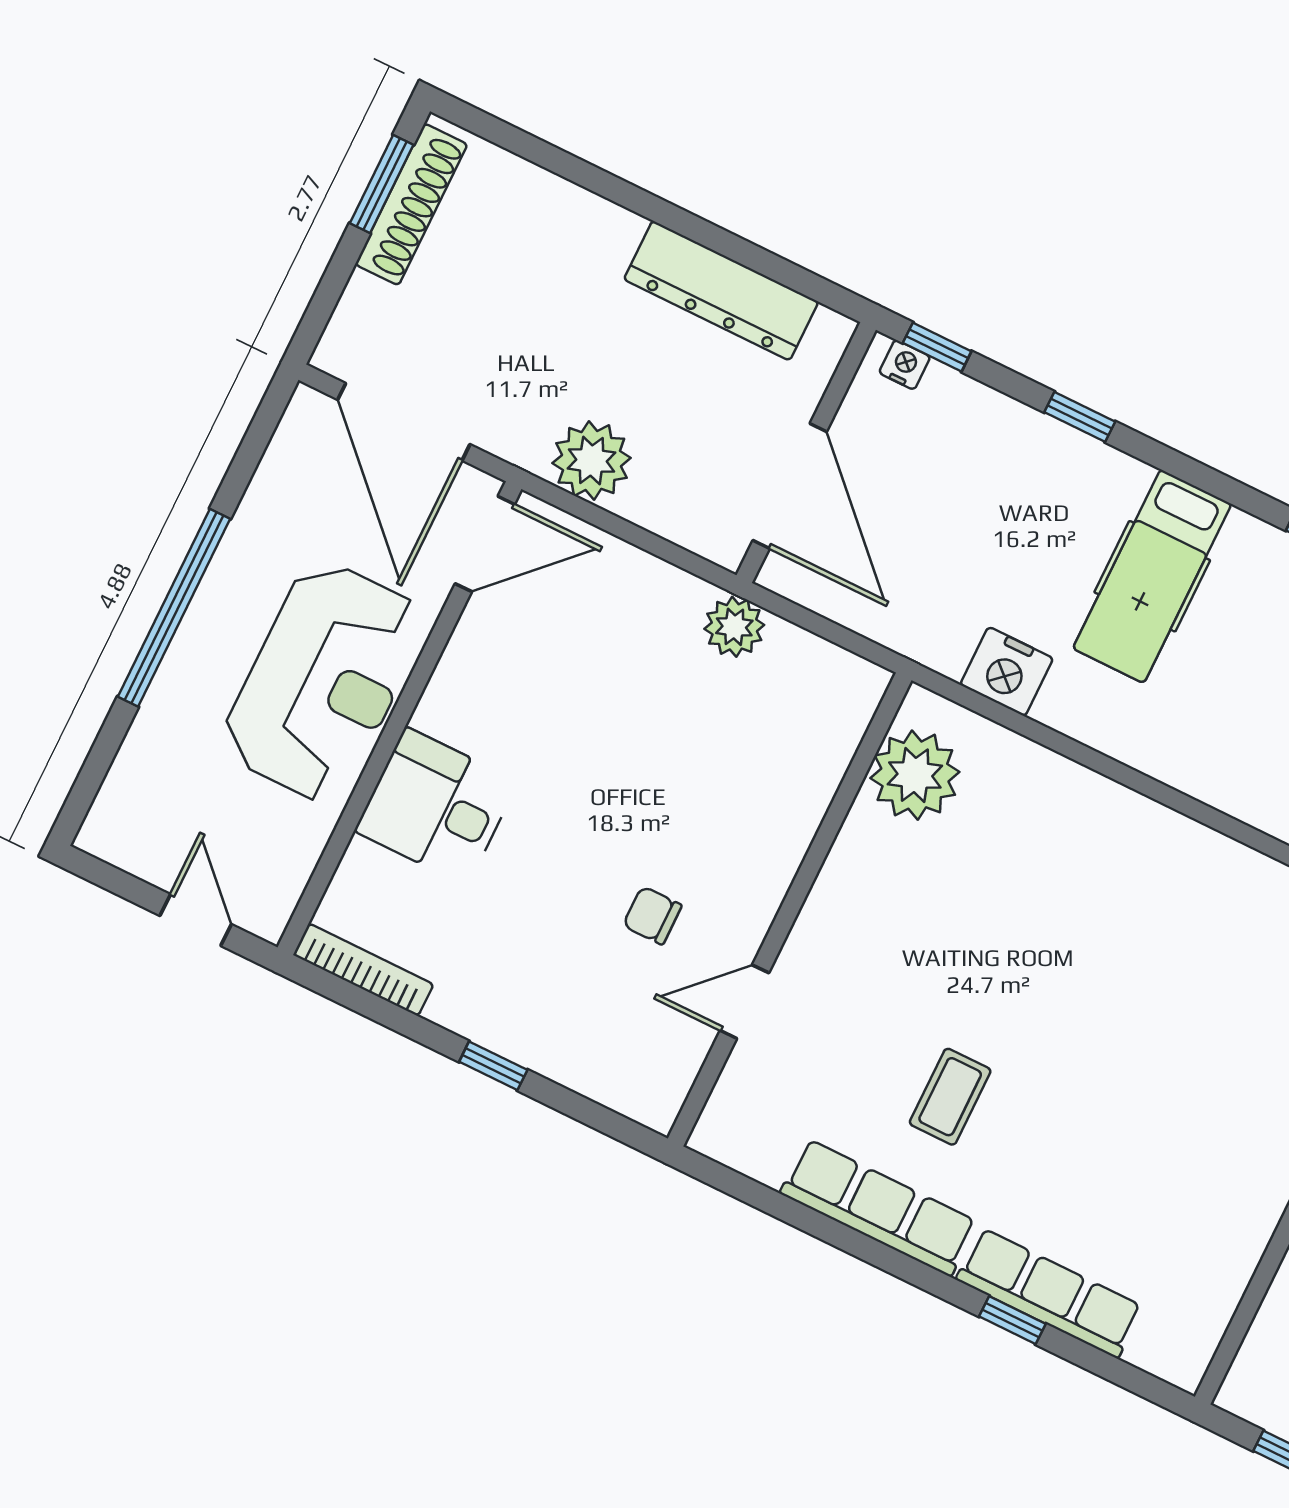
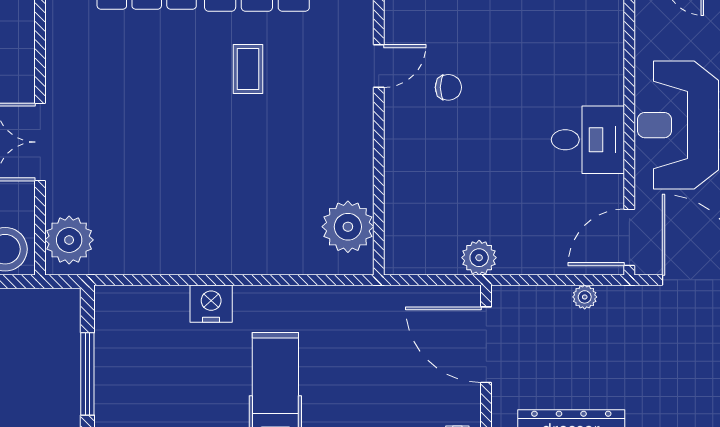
plant: (591, 461) -> (585, 297), width x0.53, depth x0.53
nightstand: (1007, 672) -> (211, 304), moved
desk: (436, 806) -> (588, 140), moved

